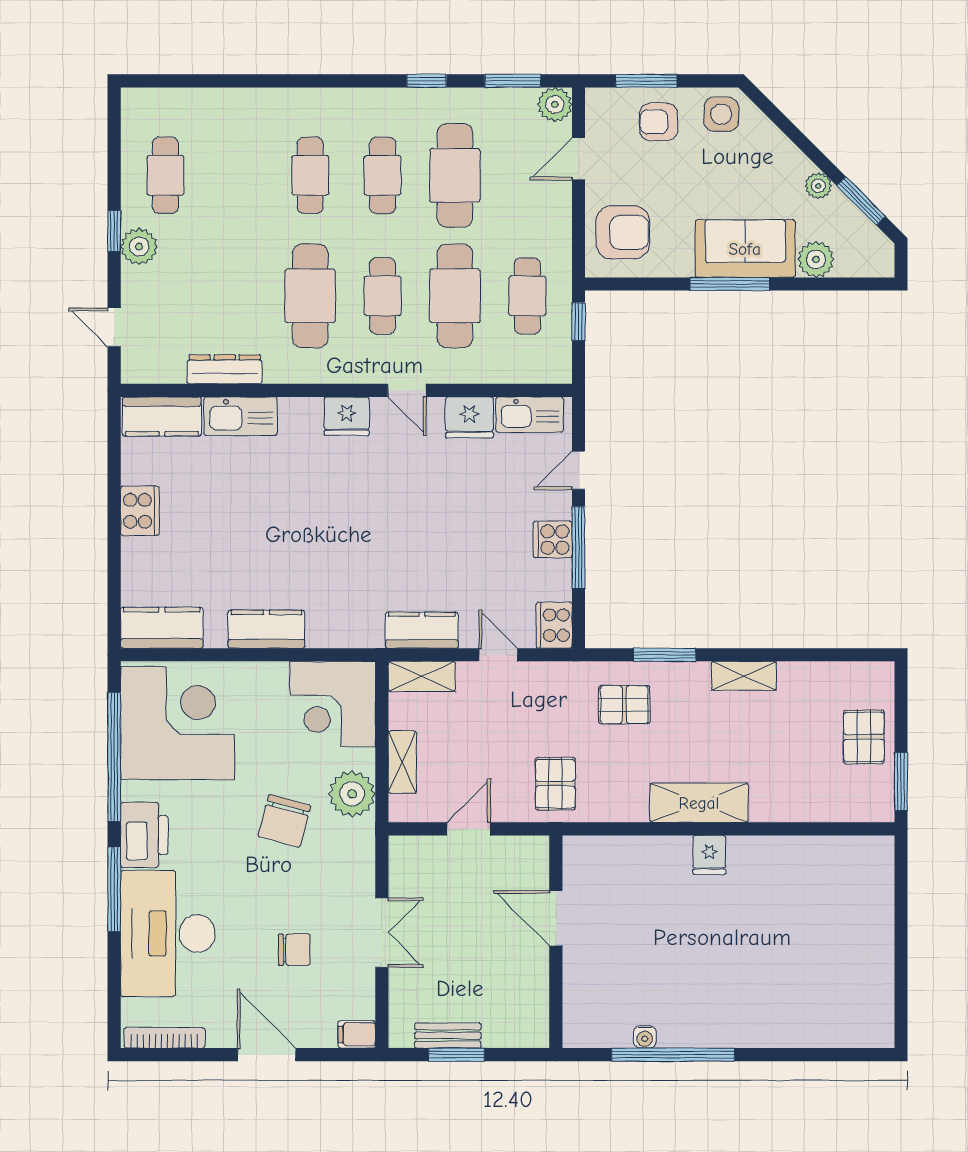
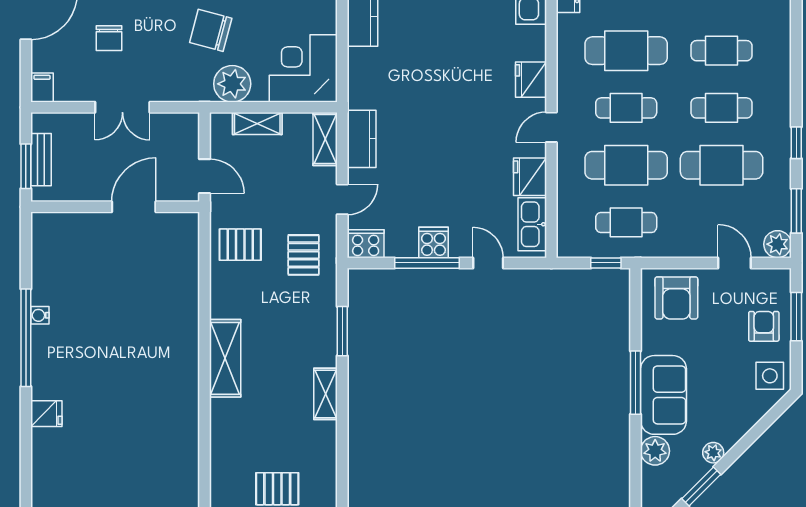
pallet: (624, 705) -> (304, 255), moved
fridge: (709, 855) -> (46, 414), moved, turned 180
door: (556, 918) -> (134, 207), moved
wall: (556, 942) -> (115, 207), moved

